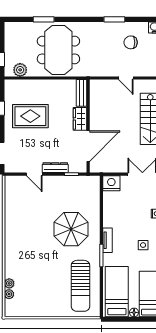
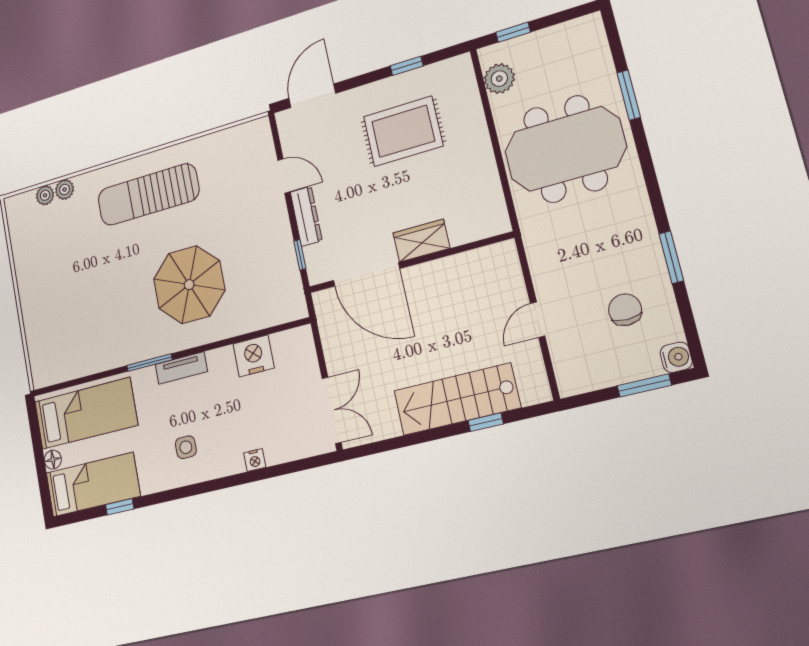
bench: (82, 93) -> (480, 228), removed
rug: (30, 116) -> (403, 131), turned 90
door: (34, 174) -> (284, 176), swing flipped
nightstand: (111, 183) -> (254, 356), moved, turned -90
sun lounger: (80, 286) -> (148, 195), moved

